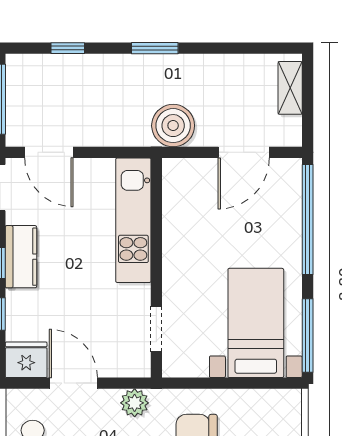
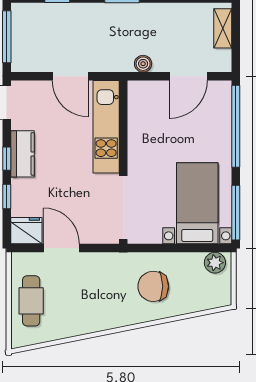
boiler: (173, 126) -> (143, 64), width x0.54, depth x0.54
door: (49, 152) -> (70, 76), moved
doorway: (156, 329) -> (123, 208), width x1.88
plant: (135, 403) -> (215, 263), moved

